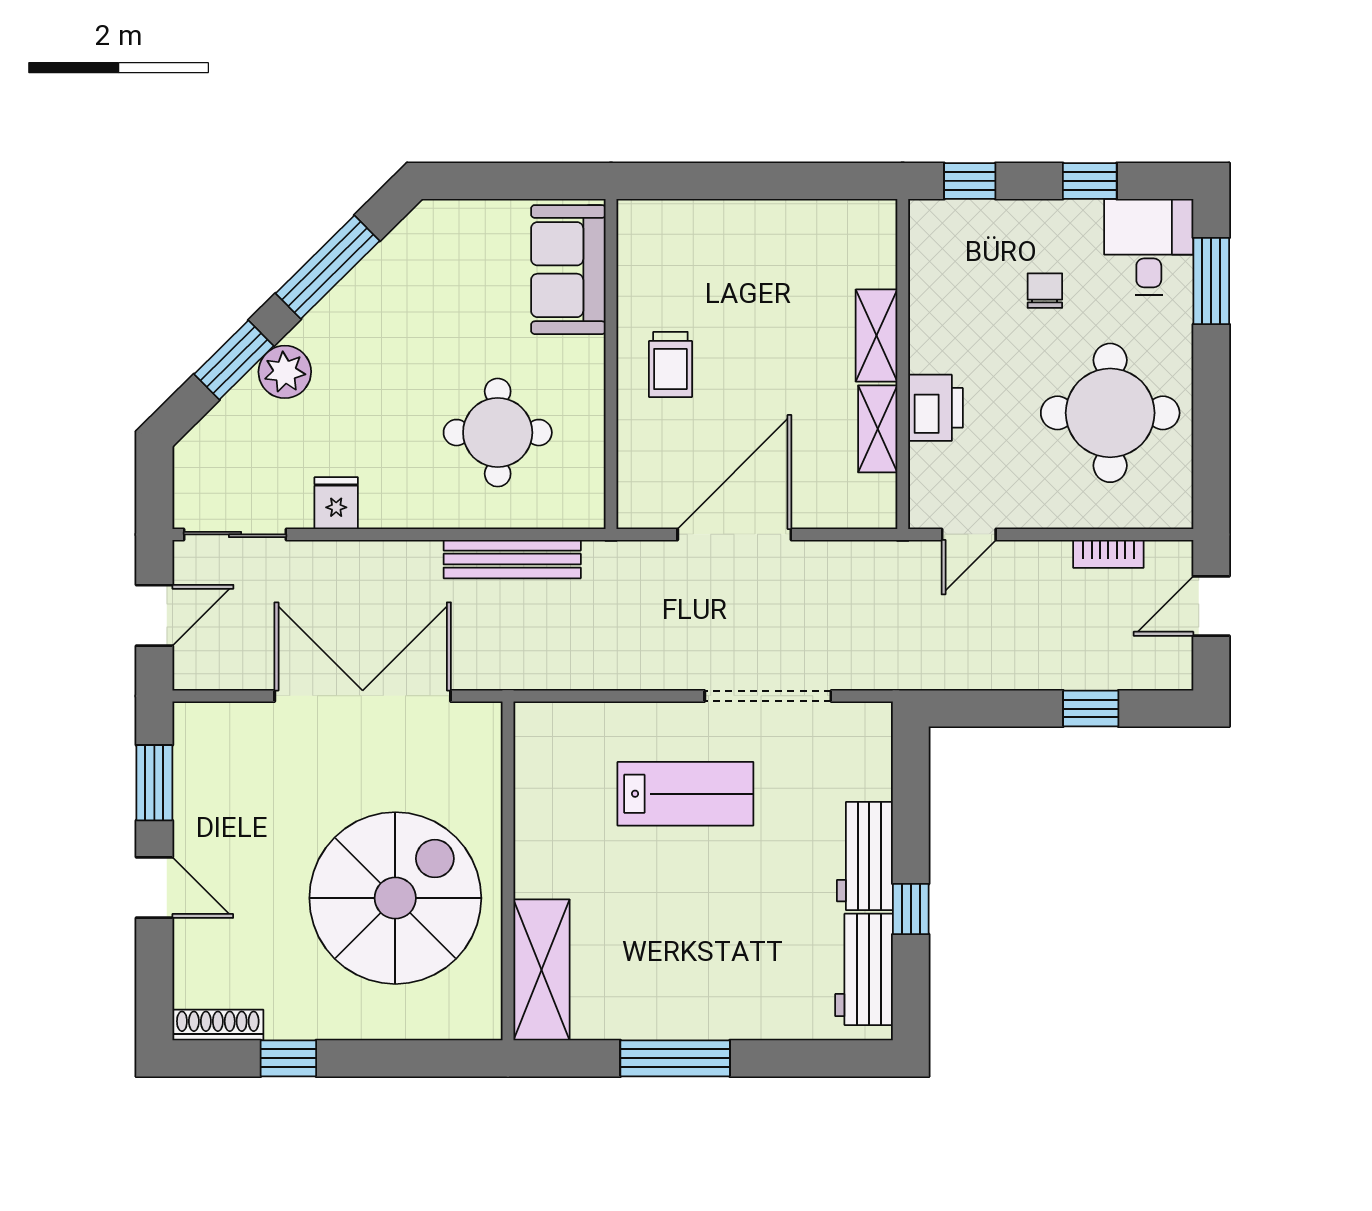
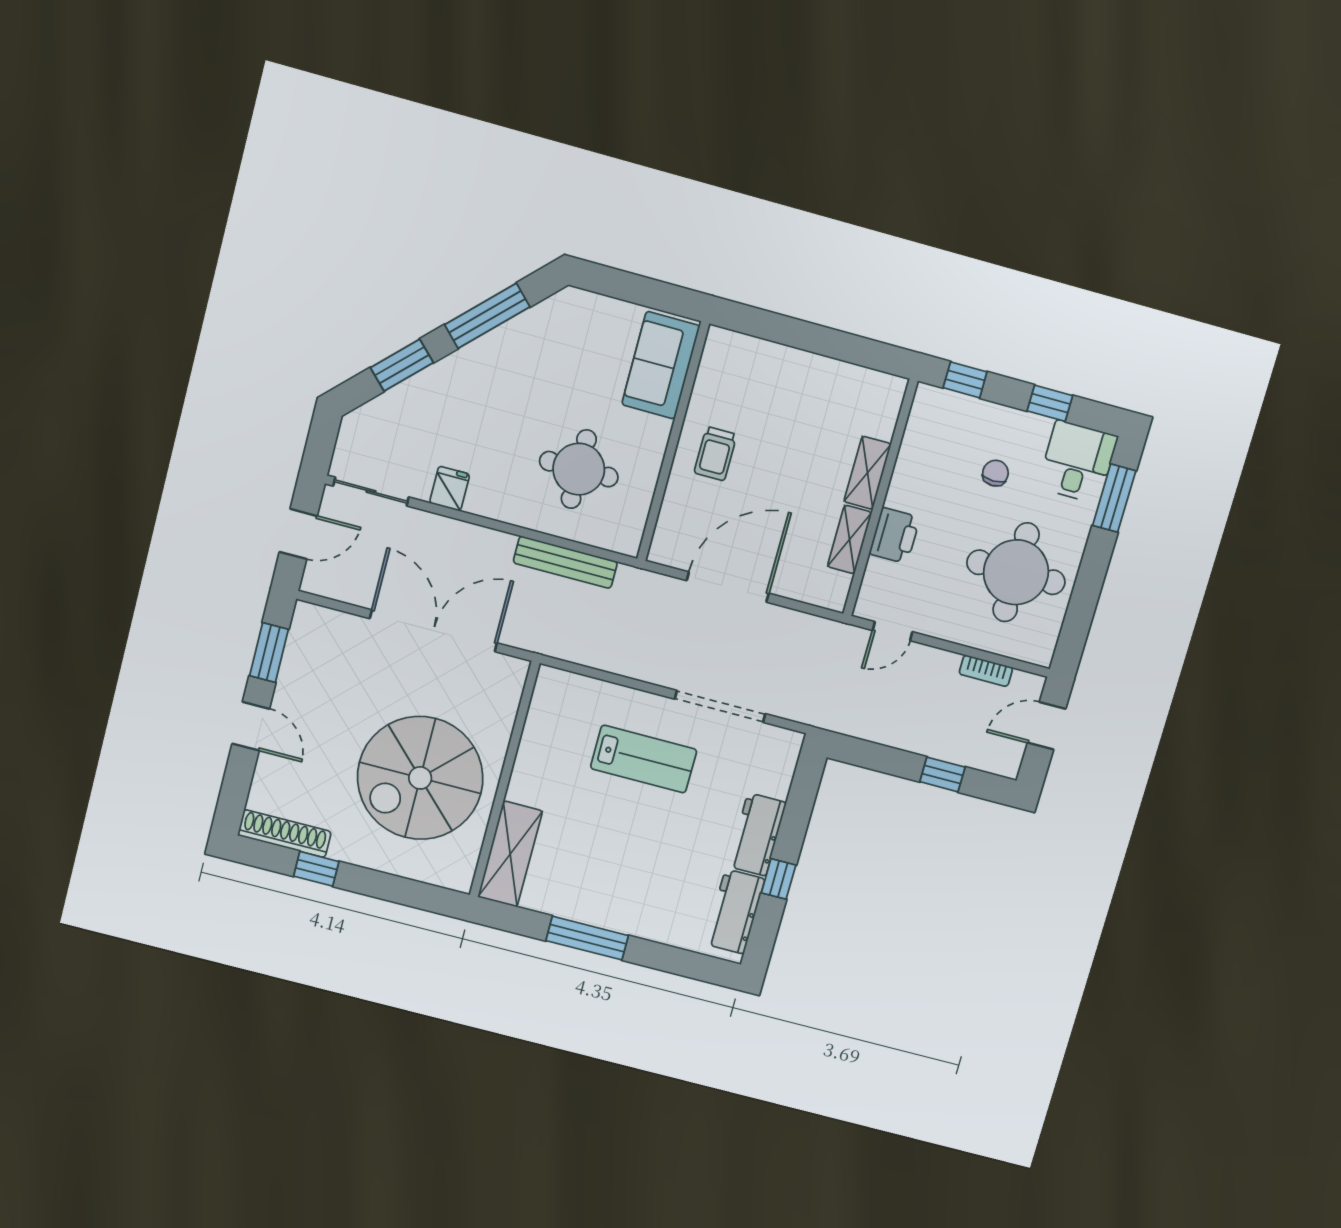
plant: (285, 372) -> (437, 384), removed
spiral stairs: (395, 898) -> (420, 778), turned 180
shoe rack: (218, 1025) -> (284, 834), width x1.36, depth x1.24

